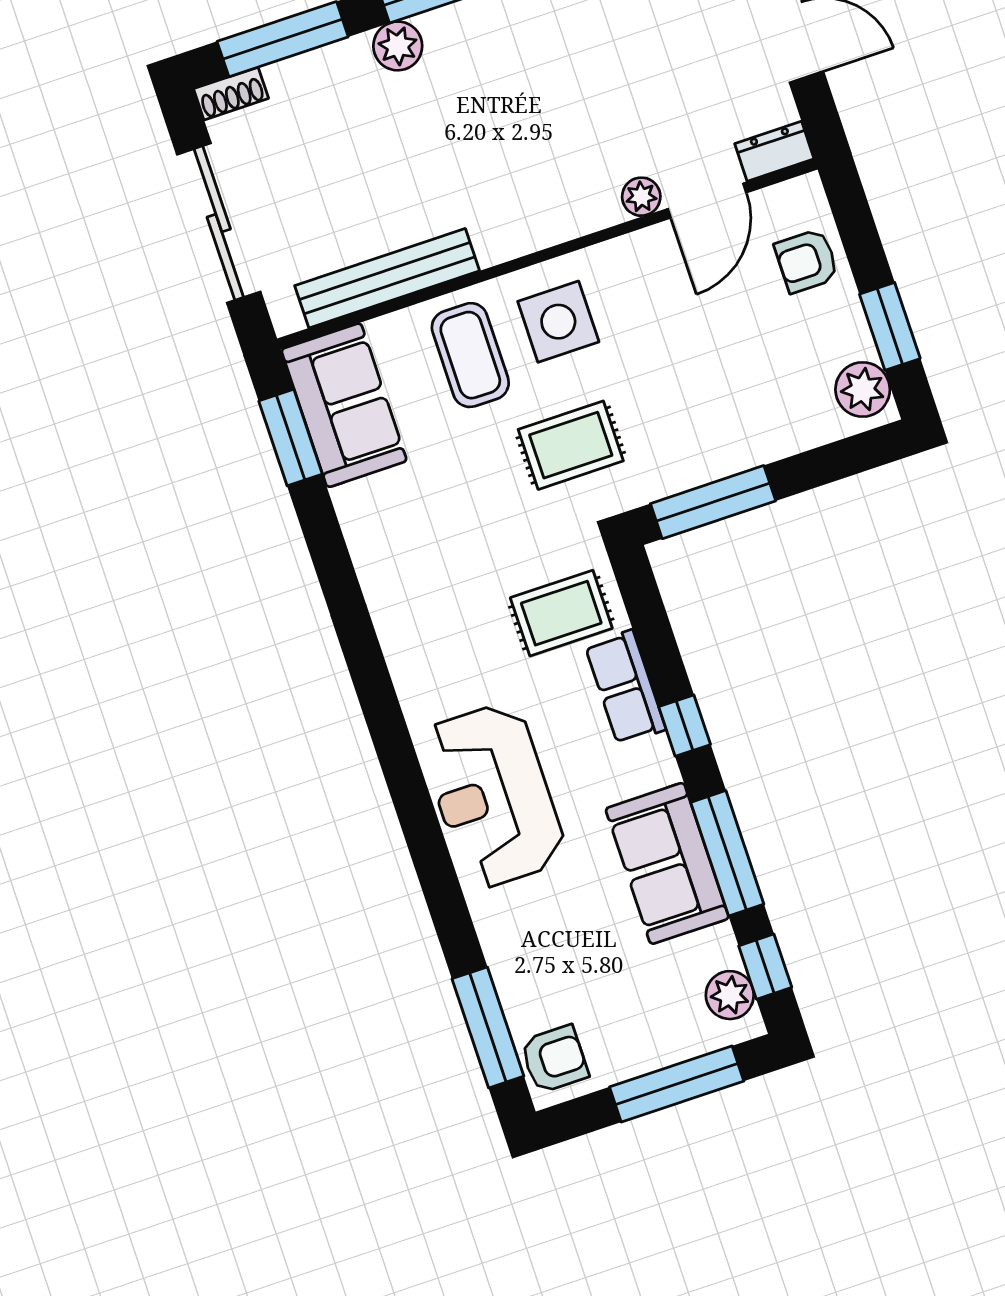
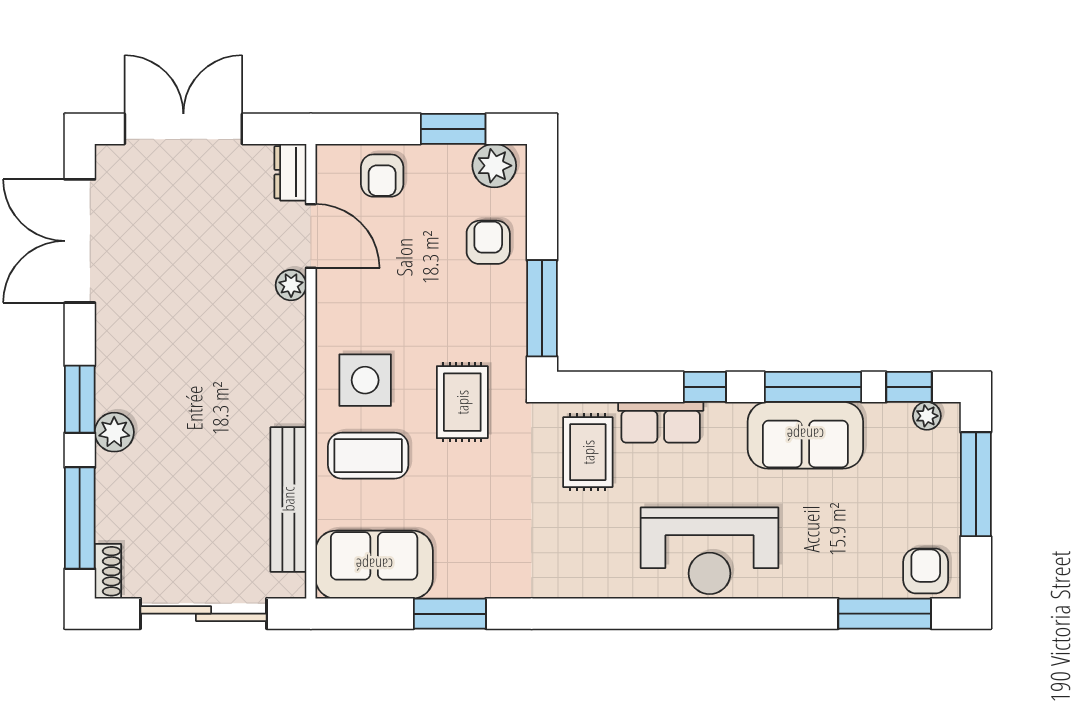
armchair: (770, 413) -> (488, 242), added
window: (291, 438) -> (450, 614), moved
plant: (730, 995) -> (927, 416), width x0.73, depth x0.73

